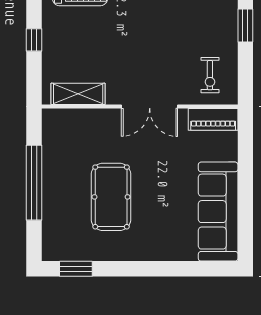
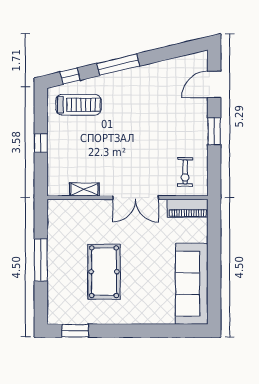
shelving: (78, 94) -> (84, 189), width x0.67, depth x0.75
window: (34, 183) -> (41, 260), width x0.68

